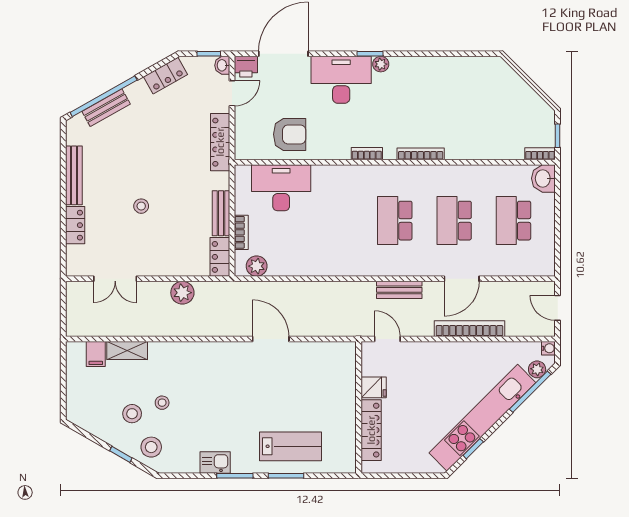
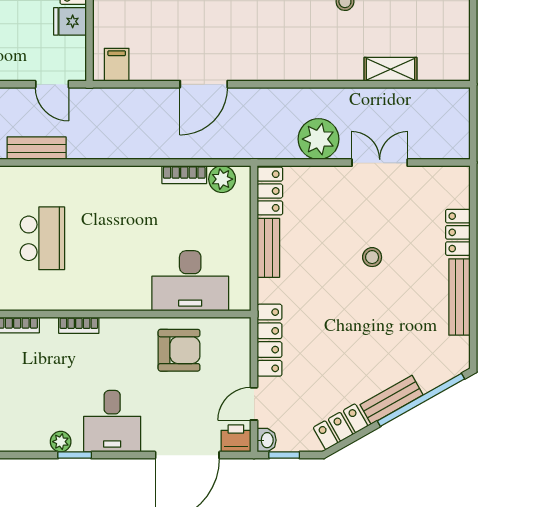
desk: (341, 80) -> (112, 421), width x0.73
bench: (106, 108) -> (392, 400), moved
armchair: (290, 134) -> (179, 350), turned 180
bookcase: (241, 232) -> (184, 175), moved, turned -90
double door: (115, 279) -> (380, 163), moved
plant: (182, 293) -> (319, 139), width x1.36, depth x1.36
door: (271, 339) -> (204, 84), hinge flipped
filing cabinet: (96, 354) -> (117, 65), moved

